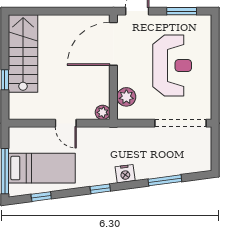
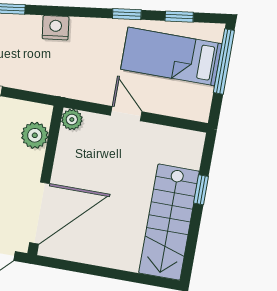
window: (100, 189) -> (127, 14), moved

